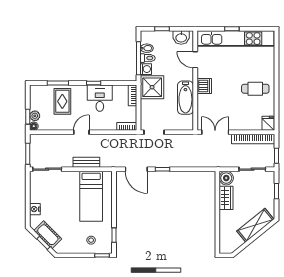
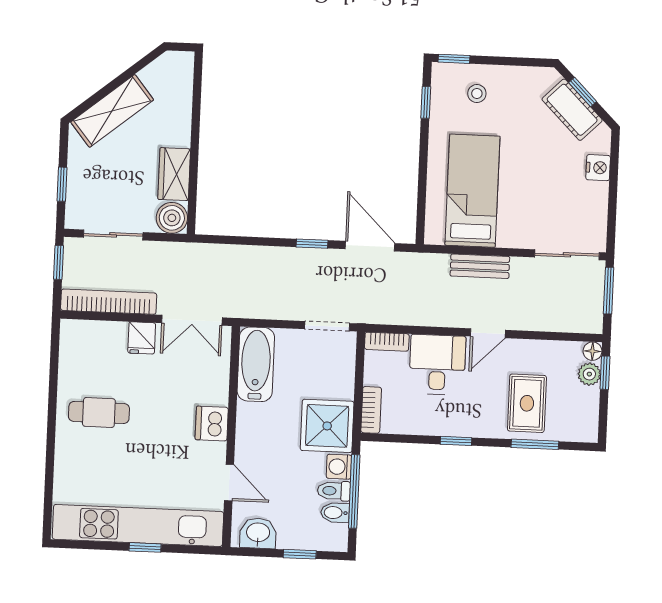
desk: (100, 98) -> (437, 365), moved, turned 180
bathtub: (185, 98) -> (256, 364), moved
fridge: (268, 123) -> (142, 338), moved

